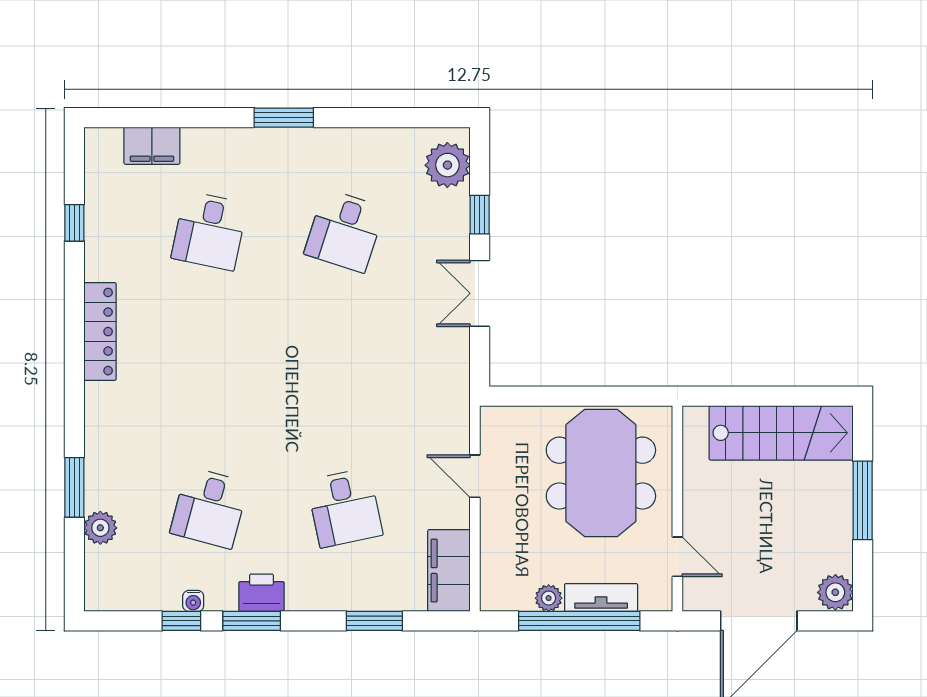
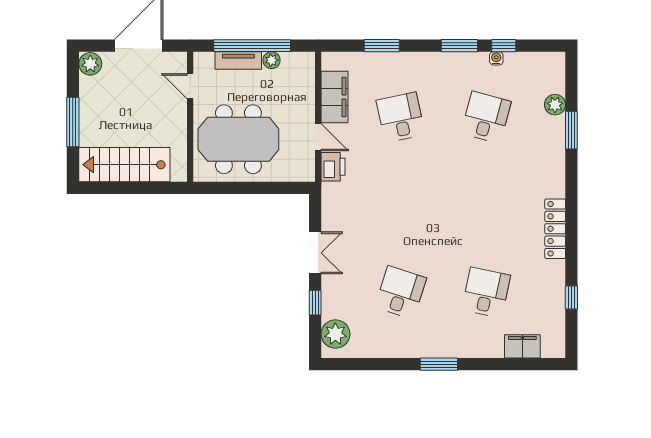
meeting table: (601, 473) -> (238, 139), turned 90
filing cabinet: (449, 571) -> (335, 97), moved
printer: (261, 593) -> (333, 167), moved, turned -90

